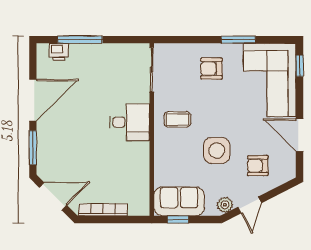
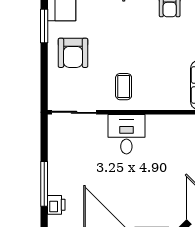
armchair: (211, 69) -> (73, 53), width x1.38, depth x1.38
side table: (217, 150) -> (155, 48), removed

